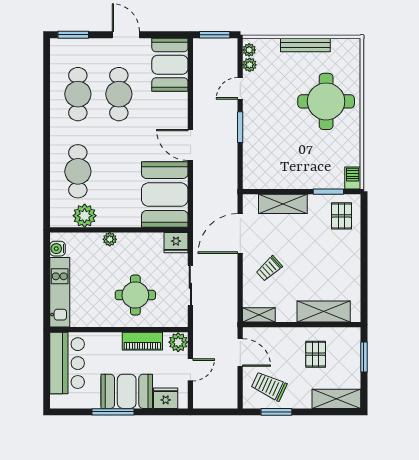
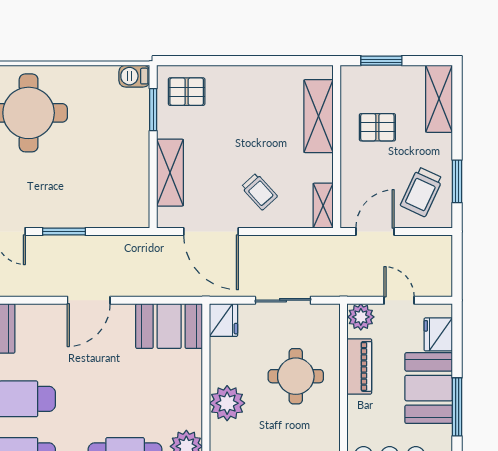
booth: (165, 195) -> (169, 326), width x0.73, depth x0.70
plant: (110, 239) -> (227, 403), width x1.88, depth x1.88

